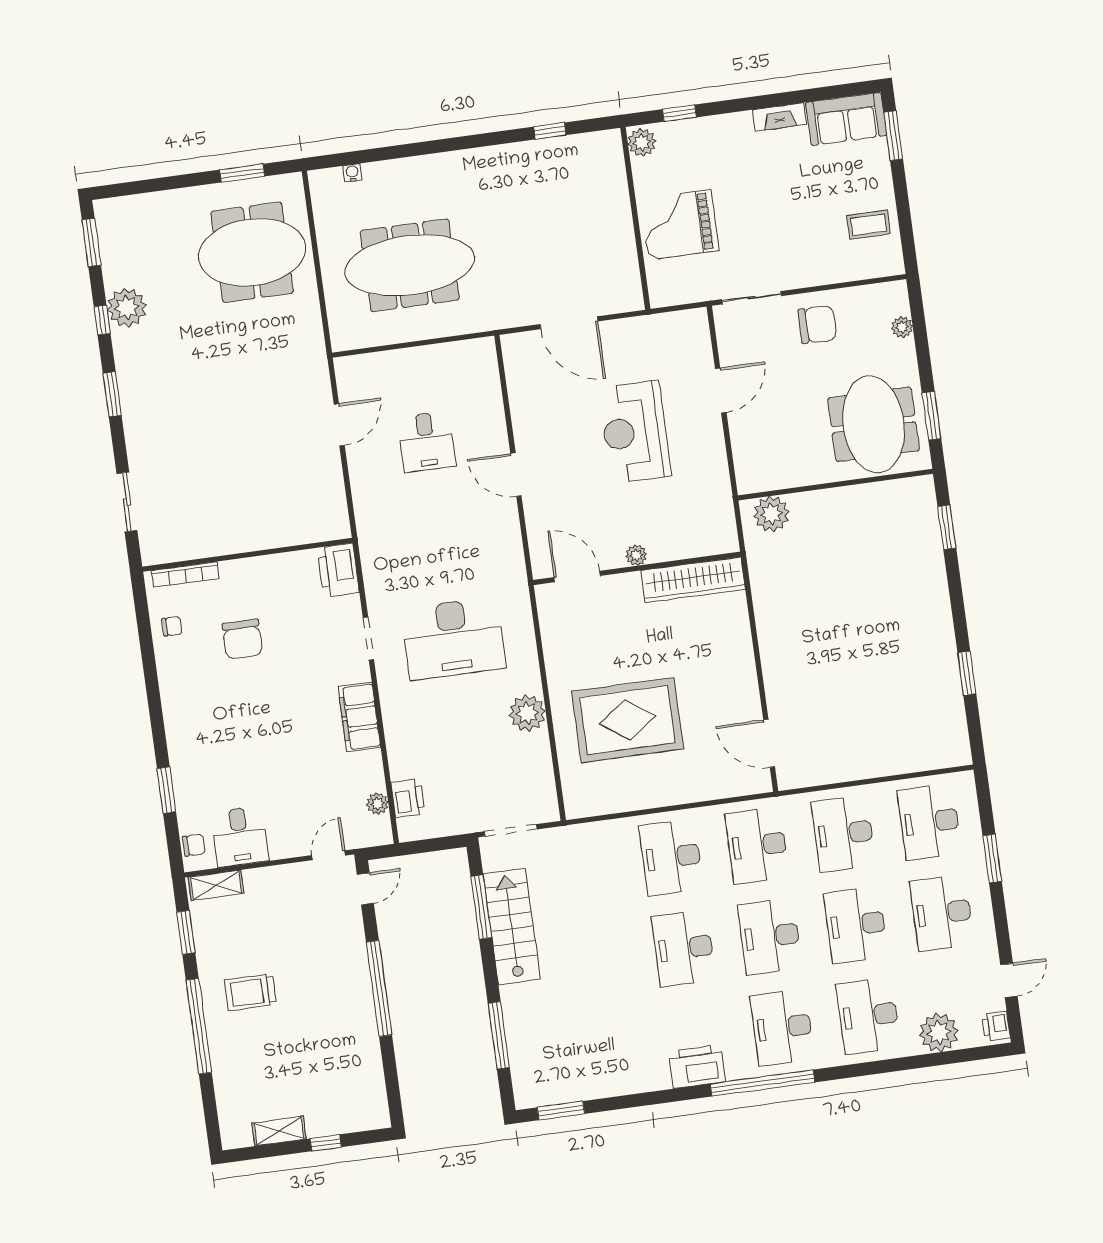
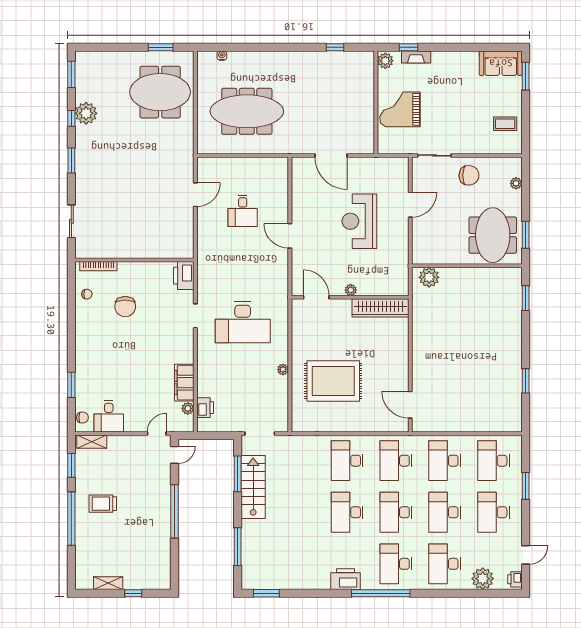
fireplace: (779, 117) -> (416, 57), moved
plant: (527, 713) -> (283, 369), width x0.53, depth x0.53
filing cabinet: (359, 717) -> (184, 383), moved

